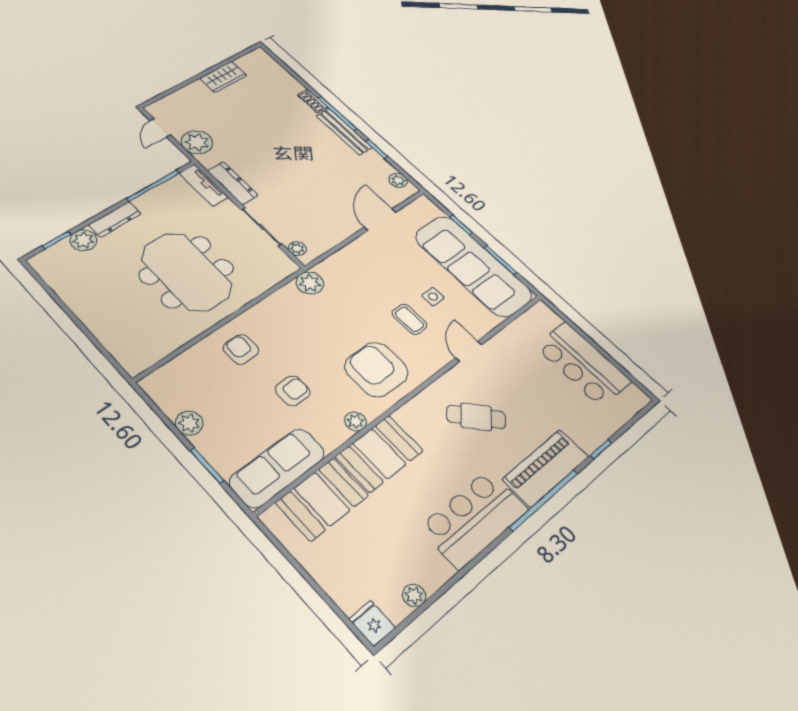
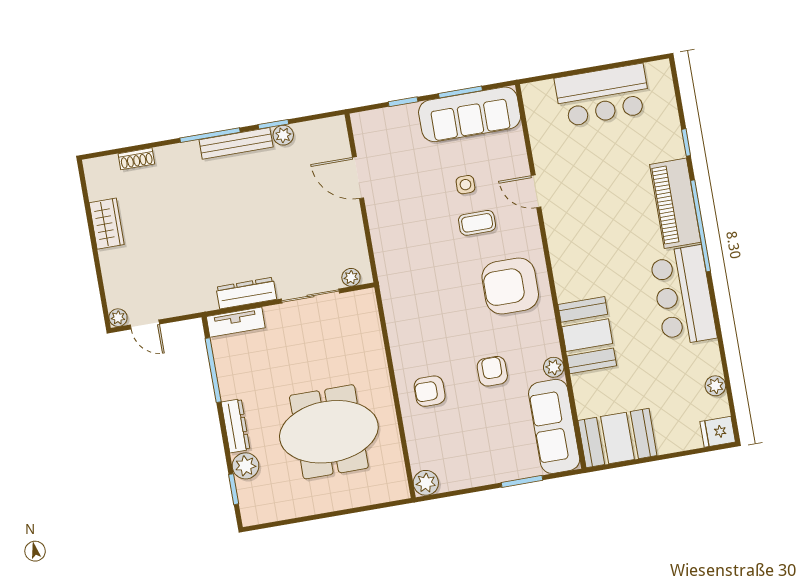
shoe rack: (312, 101) -> (136, 159), moved
plant: (197, 142) -> (118, 318), moved, width x0.53, depth x0.53
plant: (398, 180) -> (283, 135), moved
sofa: (473, 266) -> (470, 114), width x0.74, depth x0.79
meeting table: (186, 272) -> (329, 432), moved
plant: (310, 283) -> (394, 289), removed
cafe table: (476, 417) -> (599, 230), removed
plant: (355, 421) -> (554, 367), moved
plant: (189, 423) -> (426, 483), moved
booth: (322, 499) -> (617, 438), moved, turned 90

